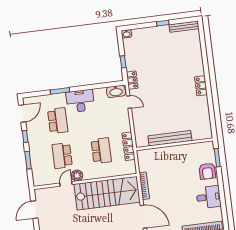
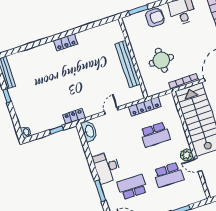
door: (129, 102) -> (111, 111), moved
school desk: (101, 151) -> (155, 135), turned 180
round table: (168, 170) -> (161, 60), added

